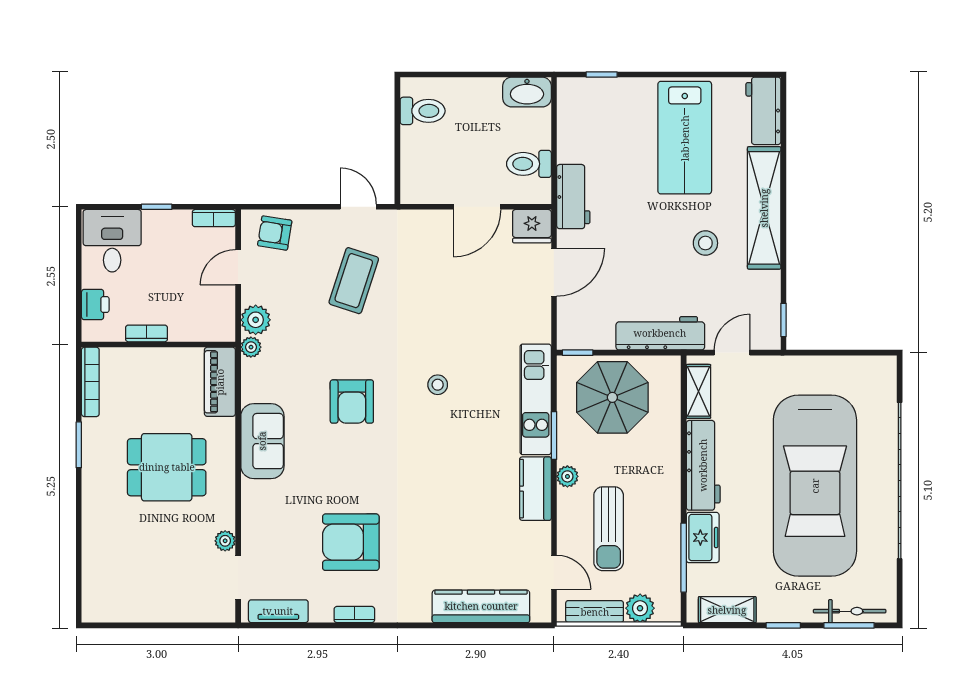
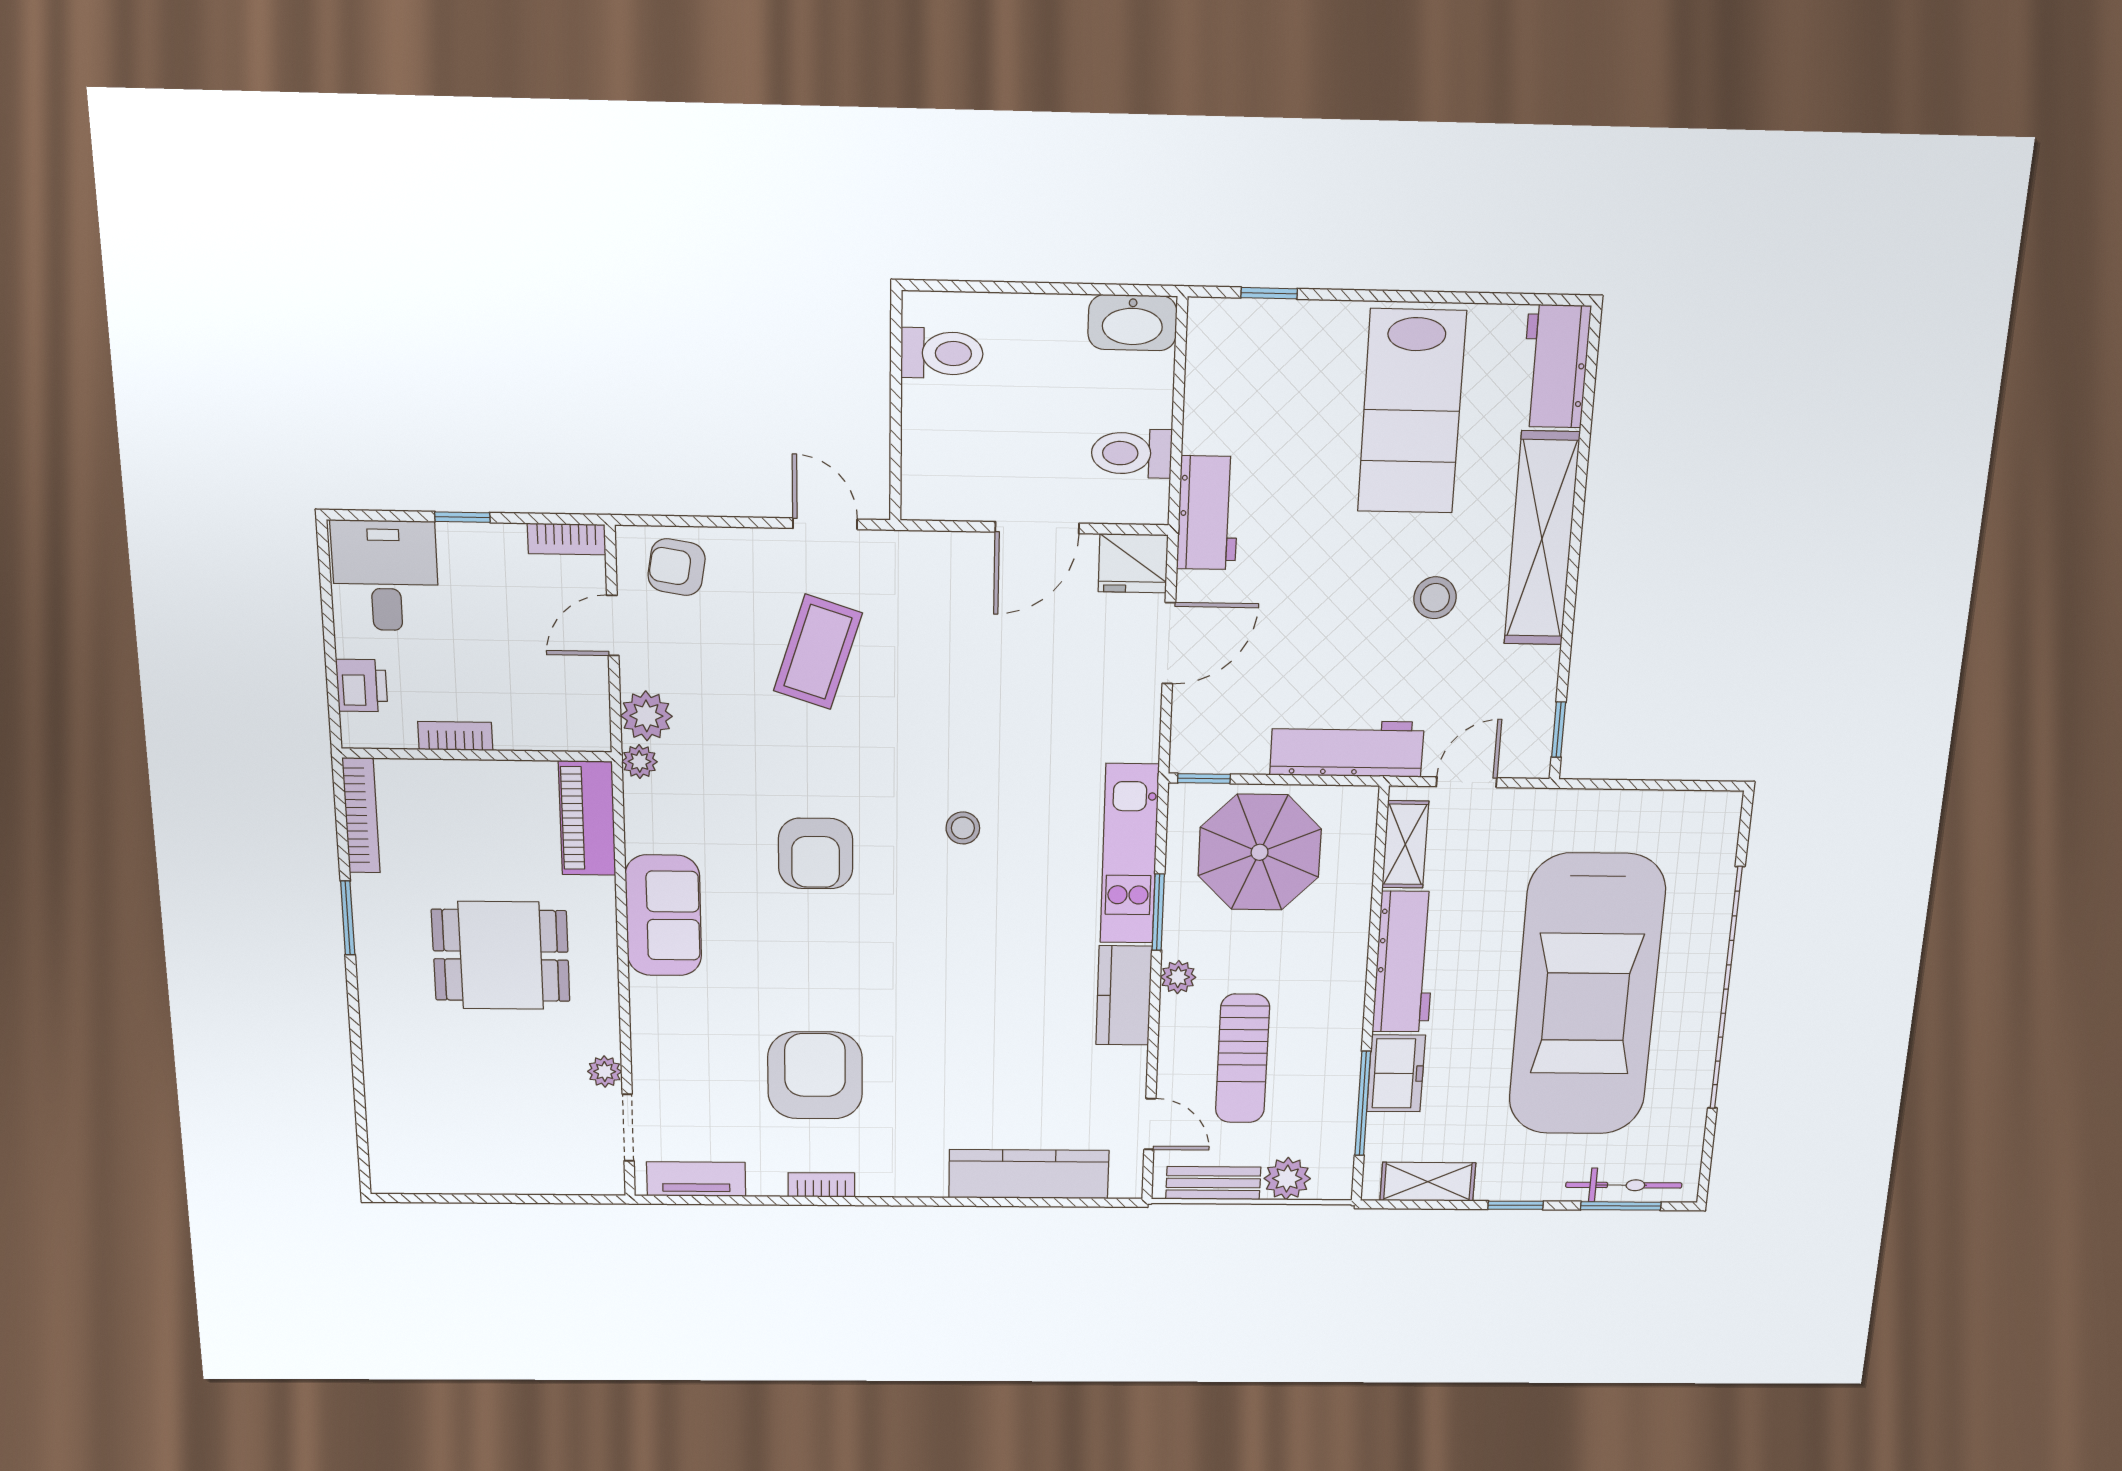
armchair: (351, 542) -> (815, 1075), turned 90

